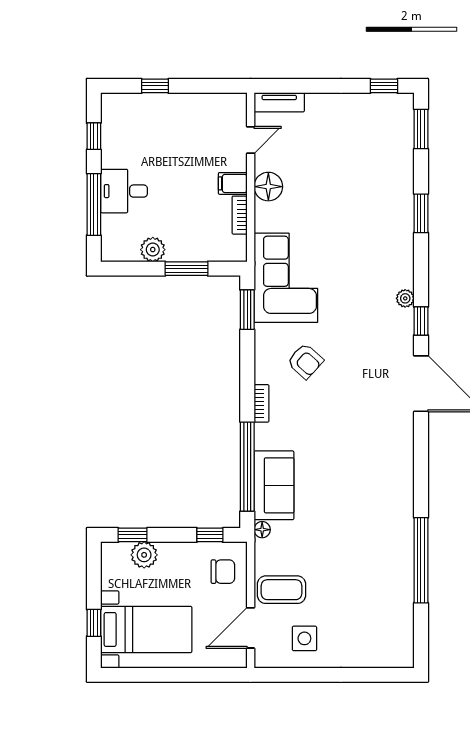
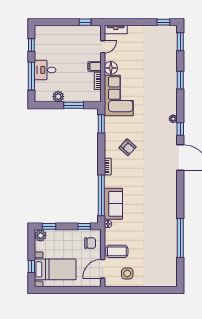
window: (155, 86) -> (85, 22), moved
corner sofa: (286, 278) -> (119, 96), moved
plant: (144, 555) -> (40, 235), moved

